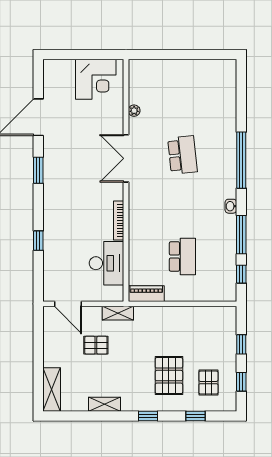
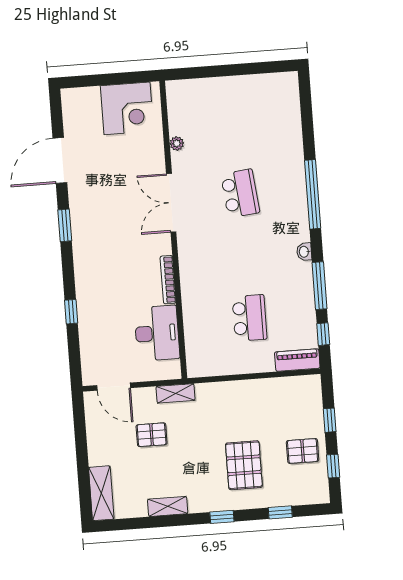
piano: (146, 294) -> (297, 360), moved
pallet: (208, 383) -> (303, 451), moved, turned 90

